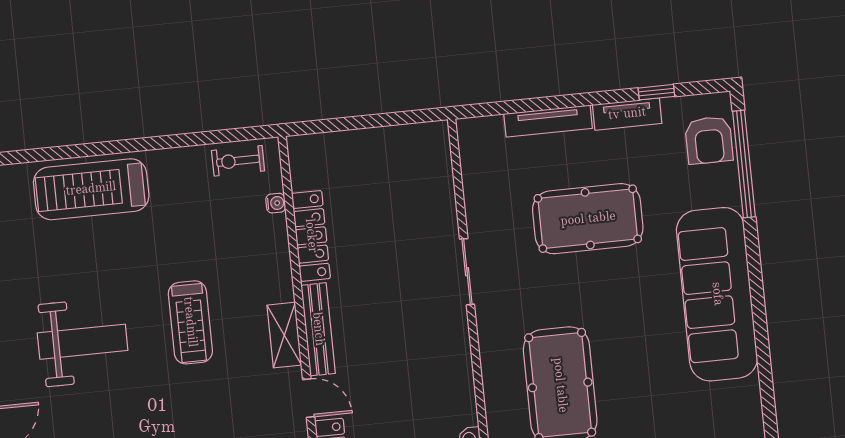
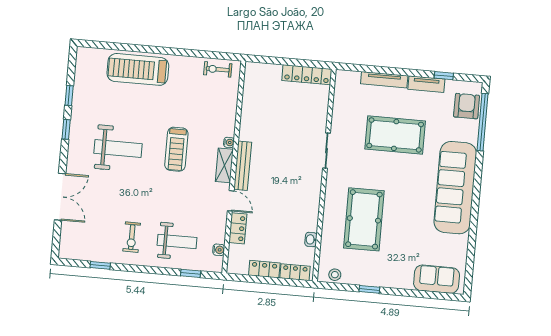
armchair: (709, 140) -> (467, 106), turned 180
water cooler: (276, 203) -> (229, 142), moved
locker: (311, 236) -> (307, 75), moved, turned 90

